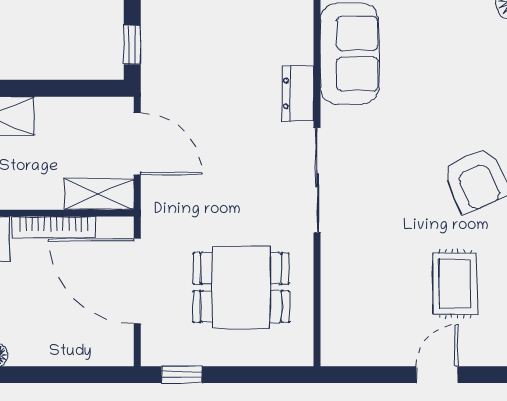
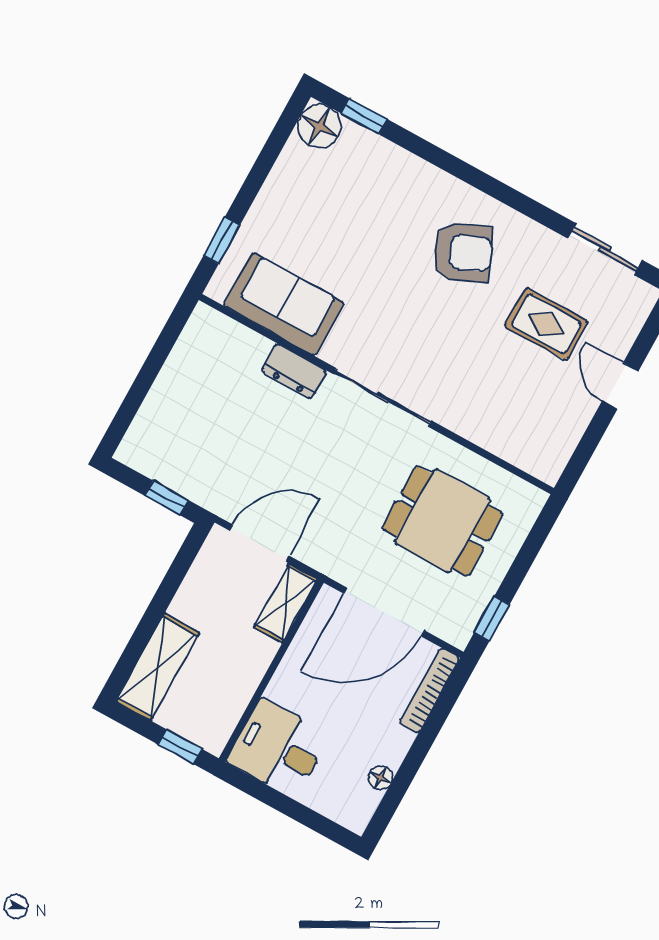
bookcase: (54, 227) -> (430, 690), moved, turned 180
dining table: (241, 288) -> (442, 521), turned 90

